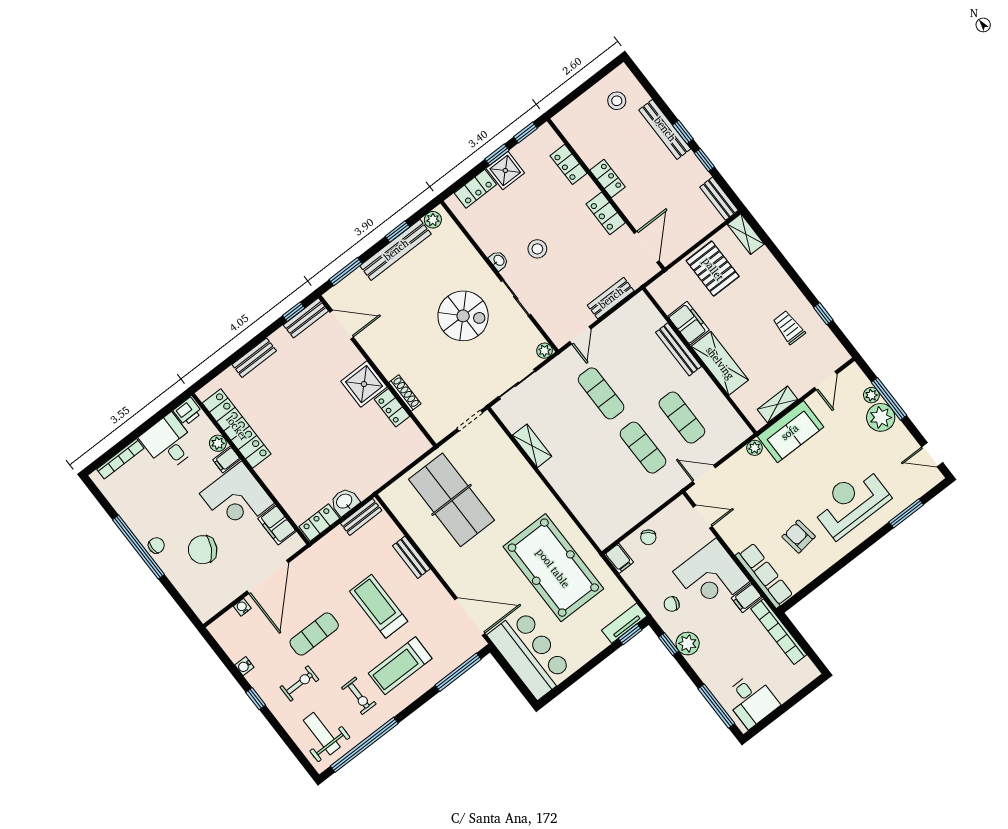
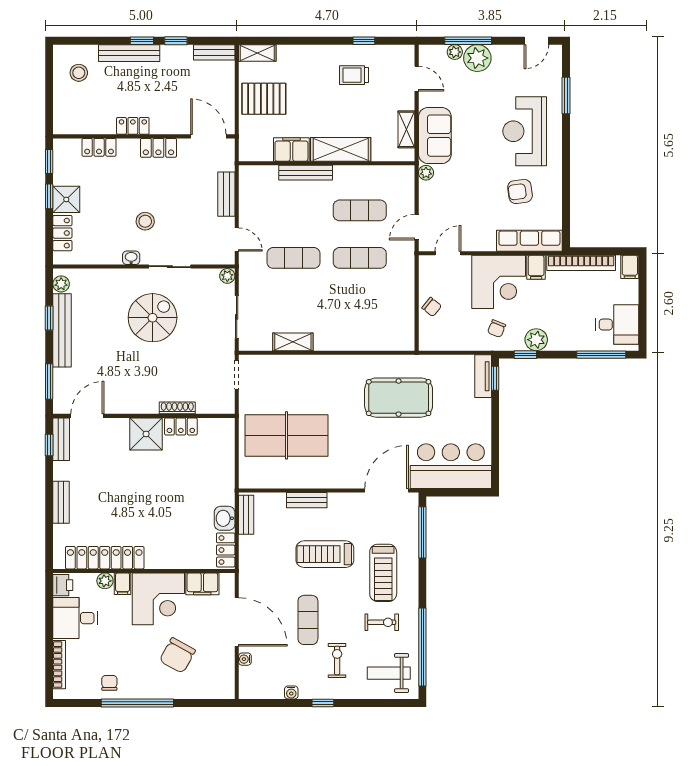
chair: (156, 545) -> (109, 683), moved
filing cabinet: (619, 558) -> (630, 267), moved, turned 90
pool table: (553, 568) -> (399, 398), width x0.73, depth x0.76

